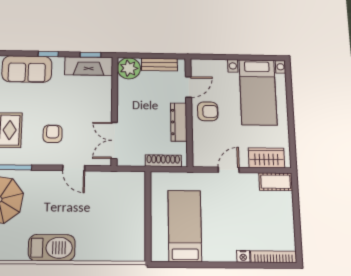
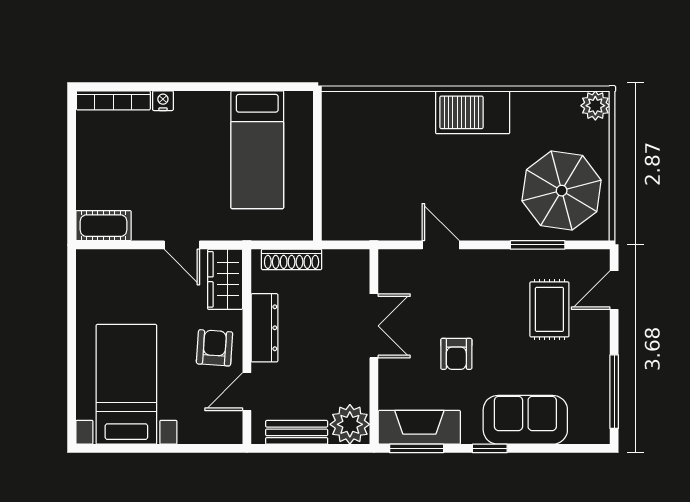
window: (91, 55) -> (417, 448), width x1.50
armchair: (208, 111) -> (215, 348), turned 94
armchair: (53, 134) -> (456, 354), moved
double door: (114, 140) -> (374, 326), moved
wardrobe: (266, 158) -> (225, 279), moved, turned 90
door: (229, 170) -> (182, 245), hinge flipped

